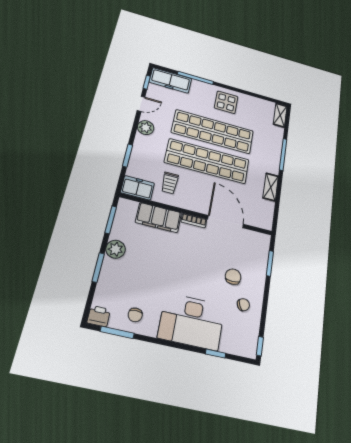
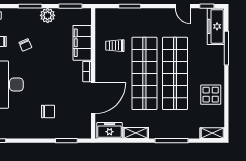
display table: (226, 102) -> (211, 95), moved
plant: (146, 128) -> (161, 15), removed
freezer: (137, 188) -> (110, 131), moved, turned -90
chair: (243, 305) -> (25, 45), moved

